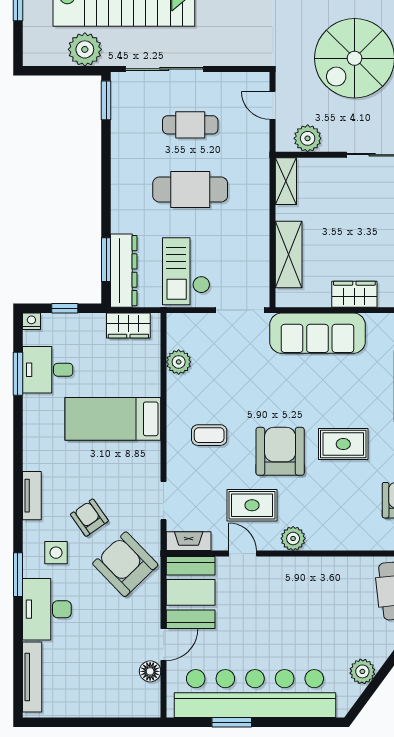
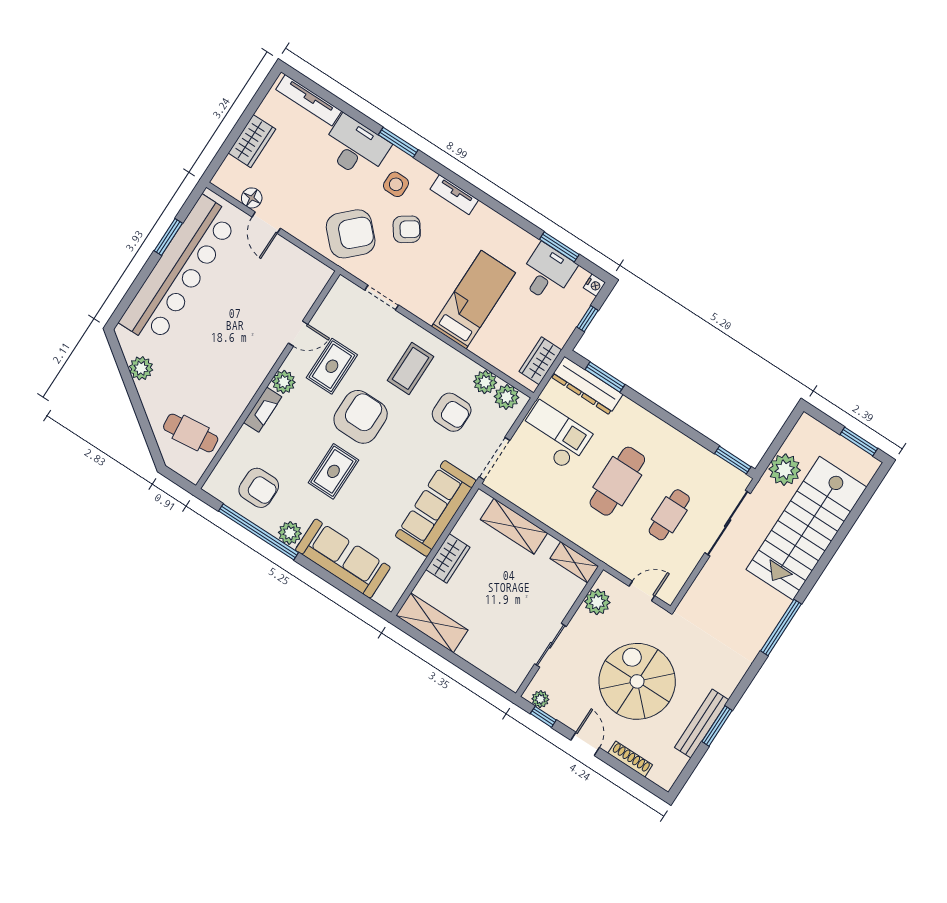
plant: (179, 335) -> (507, 397), added
armchair: (224, 374) -> (452, 412), added
coffee table: (209, 435) -> (410, 368), width x1.36, depth x1.30
armchair: (280, 451) -> (361, 417), turned -90
fireplace: (189, 541) -> (263, 410), moved
booth: (191, 592) -> (294, 272), removed
wardrobe: (100, 704) -> (252, 141), added

